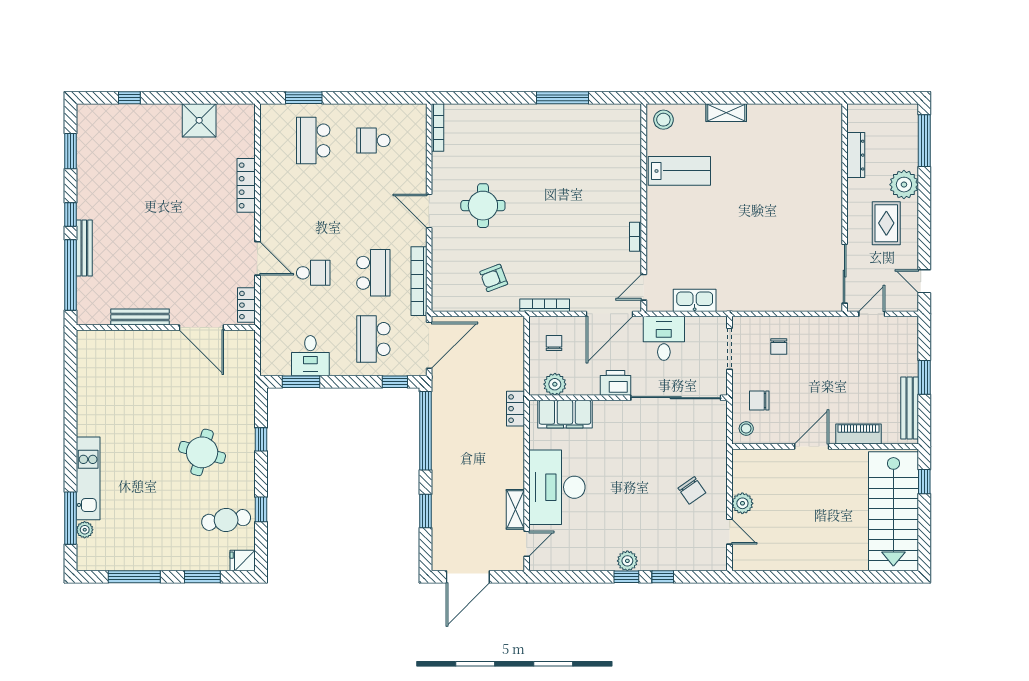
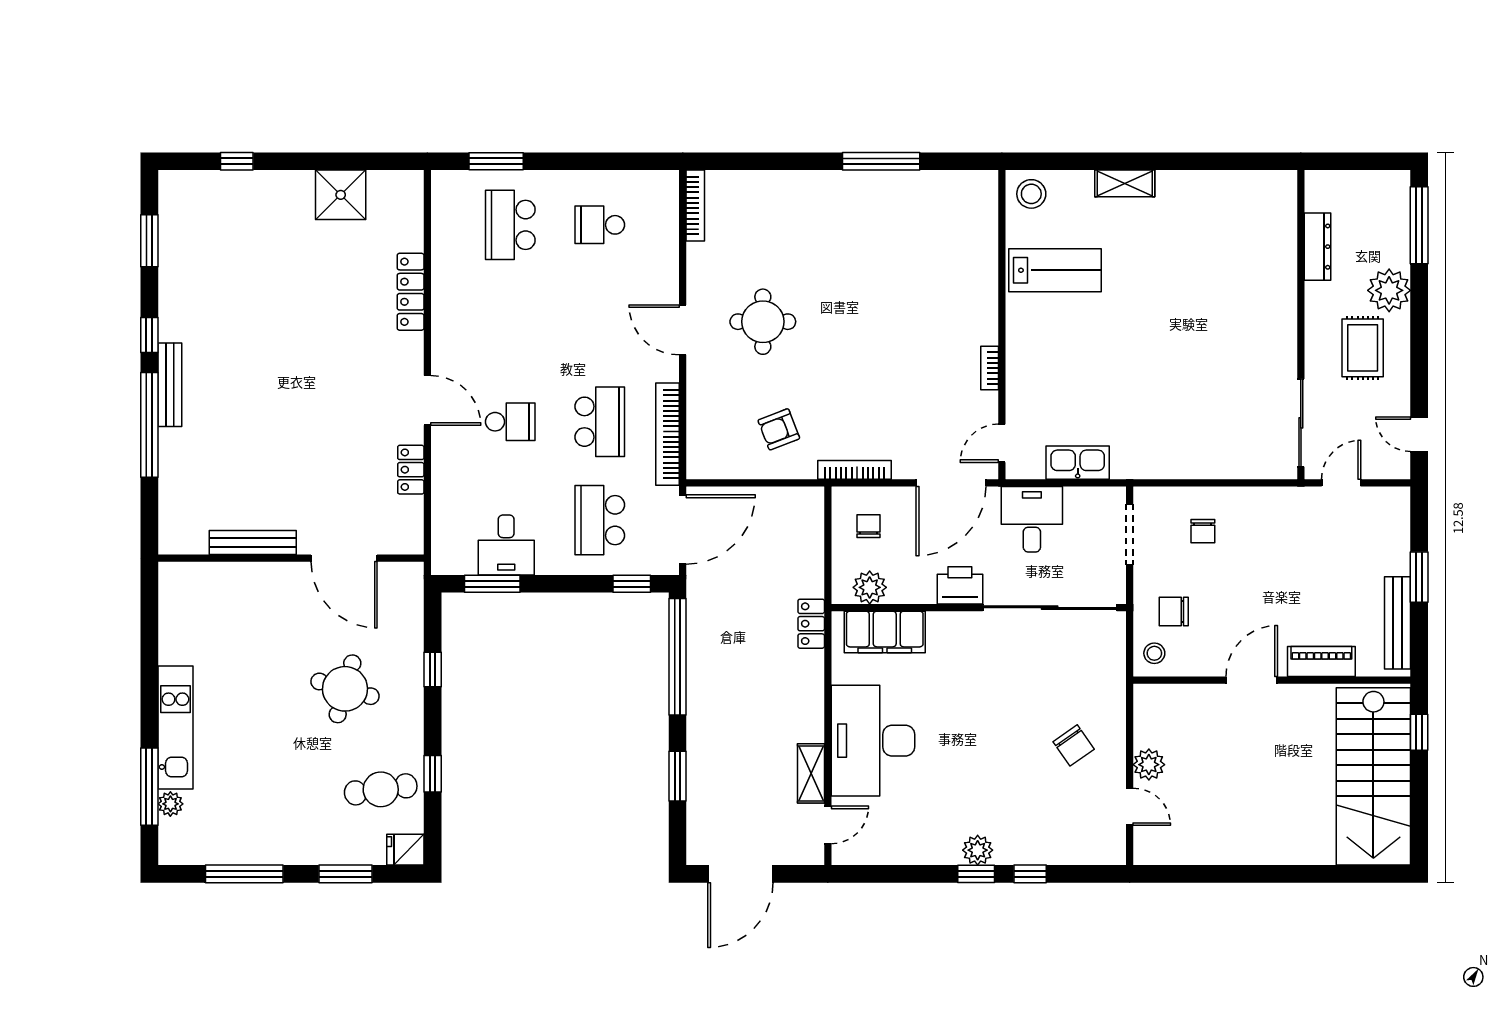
bench: (140, 317) -> (253, 543), moved
wall: (166, 328) -> (291, 558), moved
door: (201, 328) -> (344, 558), moved

